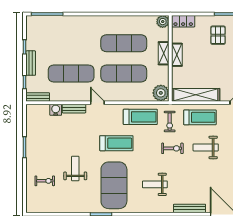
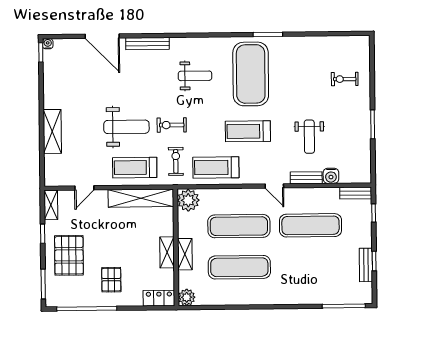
bench: (31, 63) -> (366, 265), moved
weight bench: (206, 147) -> (126, 127), width x1.36, depth x1.33
weight bench: (75, 168) -> (309, 137), moved

